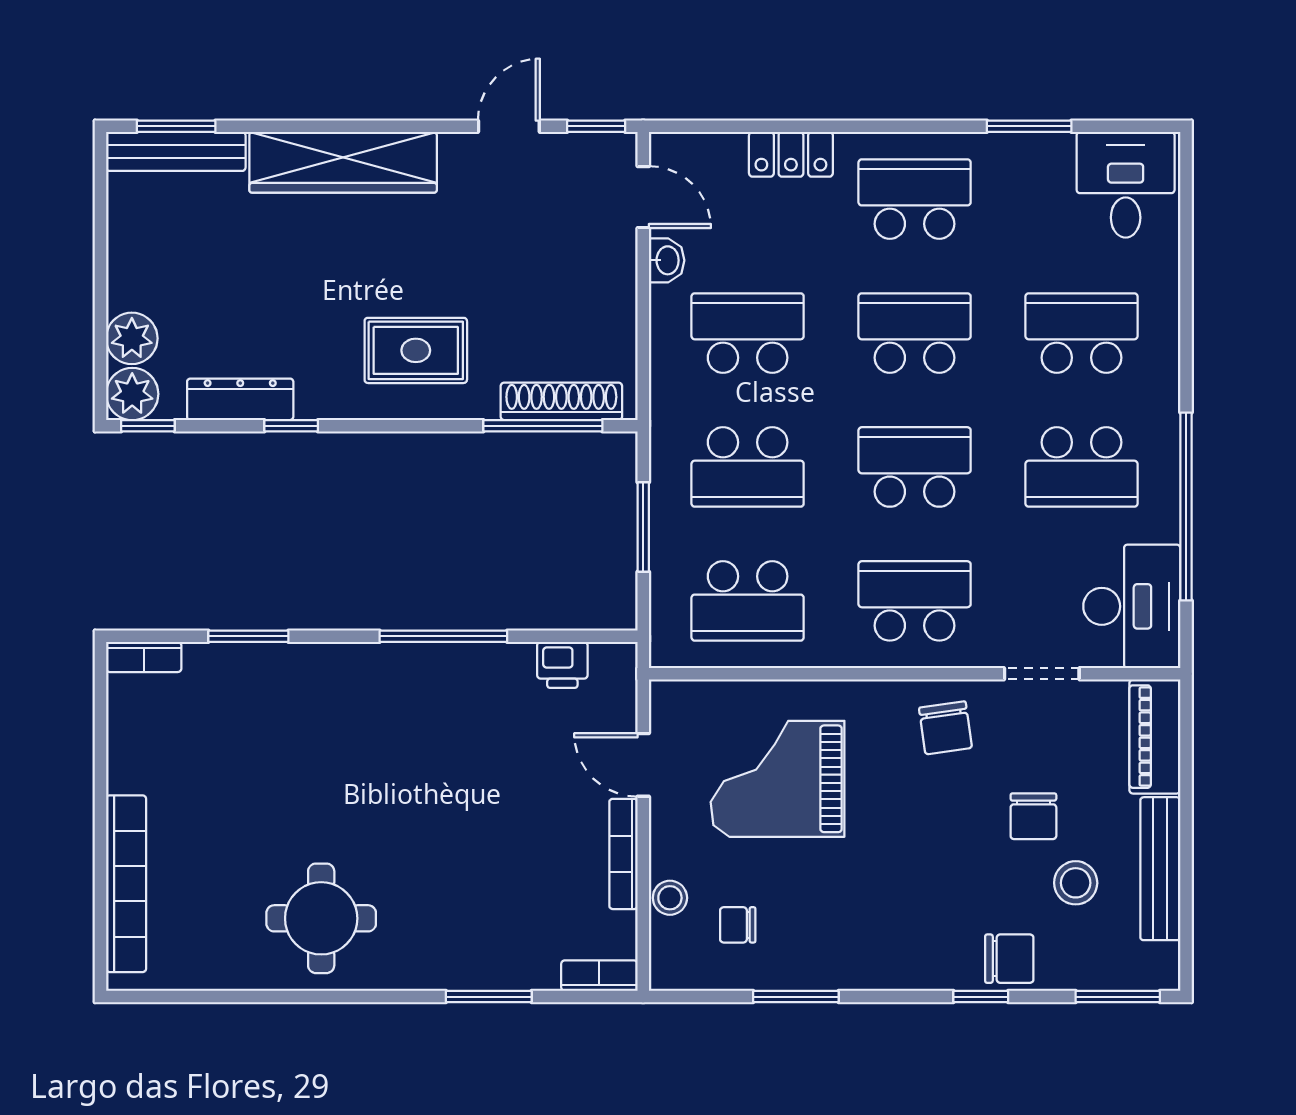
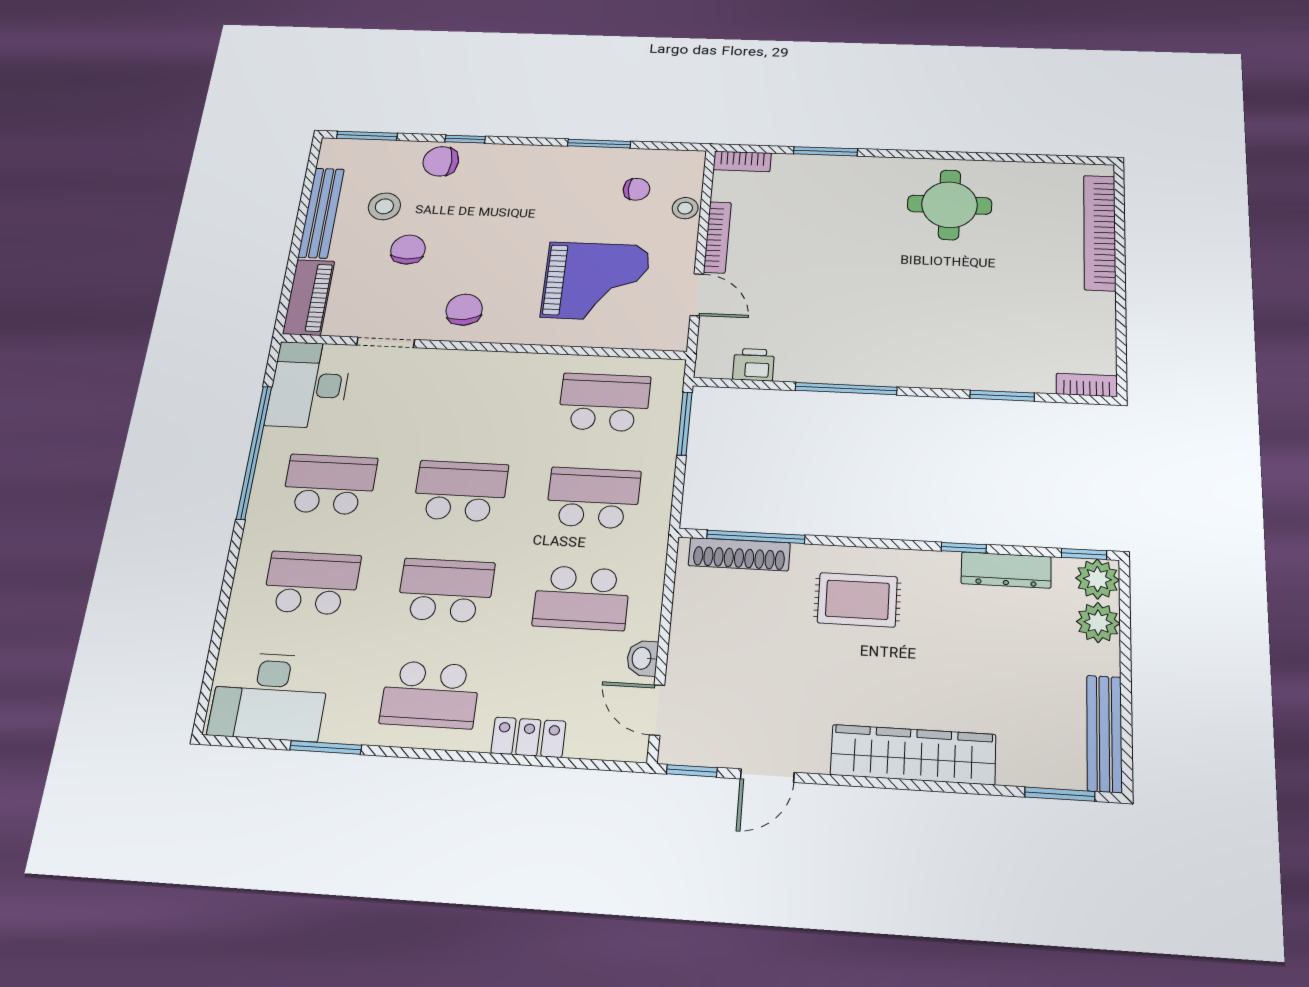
bench: (176, 151) -> (1104, 734), moved, turned 90
desk: (1126, 185) -> (270, 696), width x1.37
school desk: (915, 333) -> (446, 590), turned 180
school desk: (1082, 333) -> (312, 583), turned 180
school desk: (915, 467) -> (461, 491), turned 180
window: (643, 527) -> (685, 424), moved
school desk: (915, 601) -> (475, 396), removed

